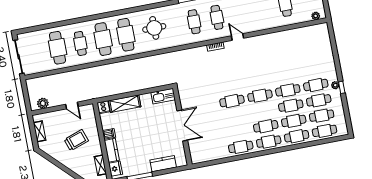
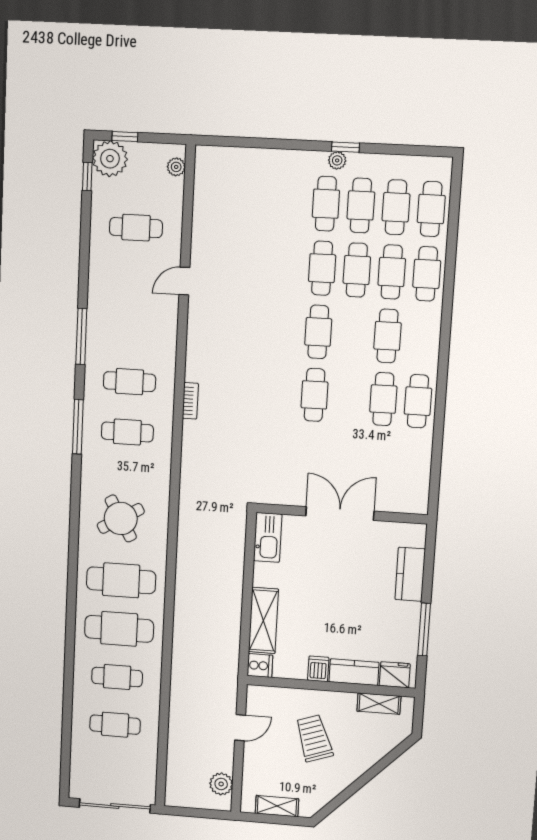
round table: (154, 28) -> (121, 518), turned -30
door: (238, 37) -> (184, 281), moved
cafe table: (58, 48) -> (115, 725), width x0.73, depth x0.74
cafe table: (269, 142) -> (383, 399), moved

